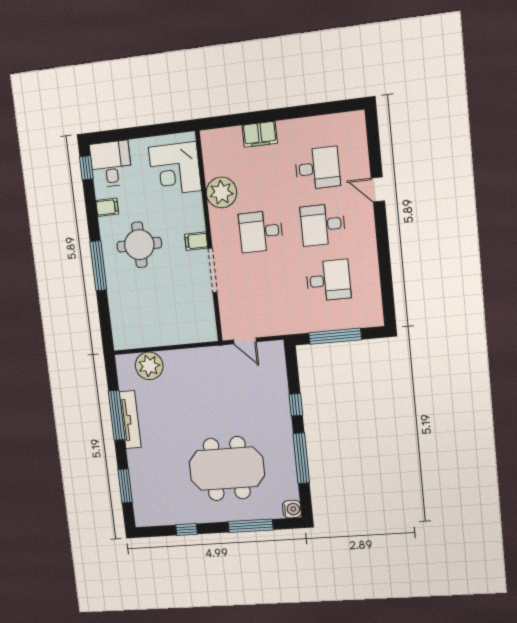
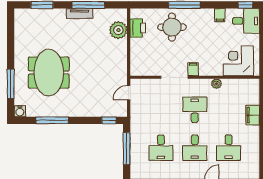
plant: (221, 192) -> (216, 84), width x0.53, depth x0.53
desk: (323, 225) -> (195, 148), turned 180
round table: (139, 245) -> (172, 27), moved
printer: (142, 336) -> (138, 28), added
window: (296, 405) -> (109, 120), moved
tv unit: (130, 420) -> (80, 14), width x0.71
window: (187, 530) -> (11, 42), removed

